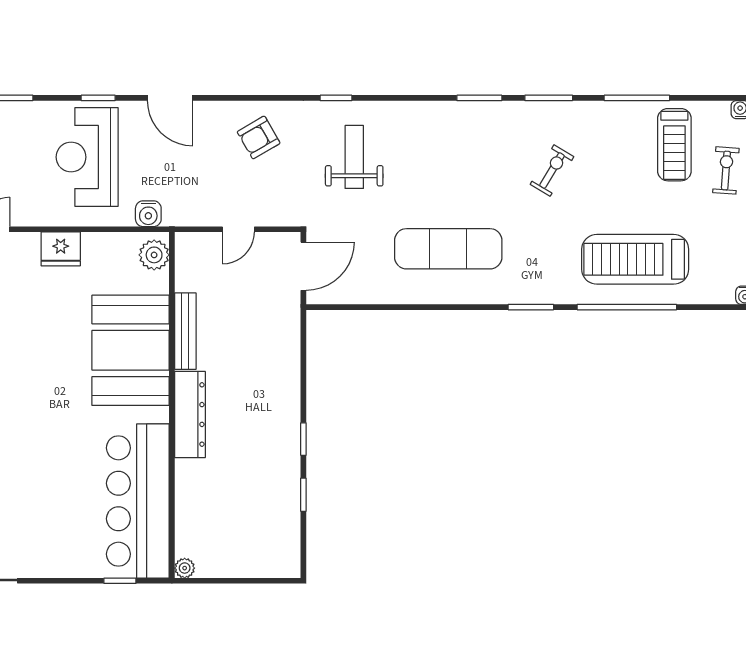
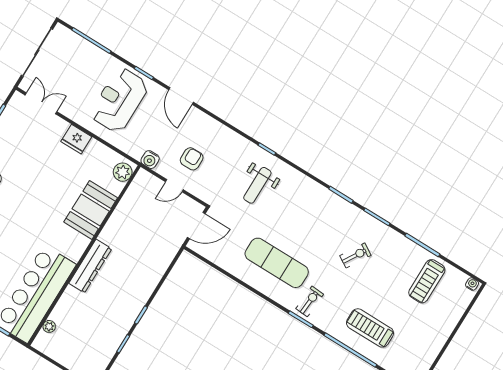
armchair: (259, 137) -> (192, 159), moved, turned 120
weight bench: (354, 157) -> (257, 185), turned 180
exercise bike: (726, 170) -> (310, 301), moved
water cooler: (148, 214) -> (150, 160), moved
treadmill: (635, 259) -> (370, 328), width x0.73, depth x0.73
bench: (185, 331) -> (114, 221), removed
booth: (131, 350) -> (91, 210), width x0.73, depth x0.70
plant: (185, 568) -> (49, 326), moved

